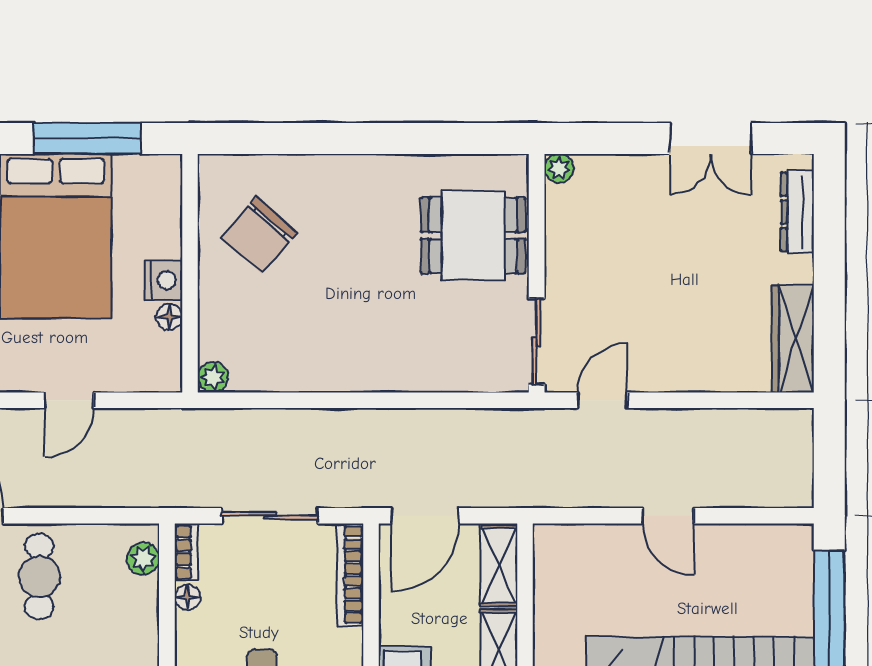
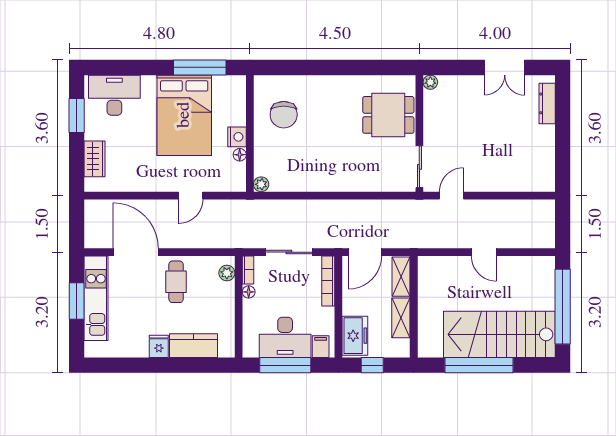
chair: (259, 235) -> (284, 115), turned -41
wardrobe: (793, 339) -> (545, 165), removed

